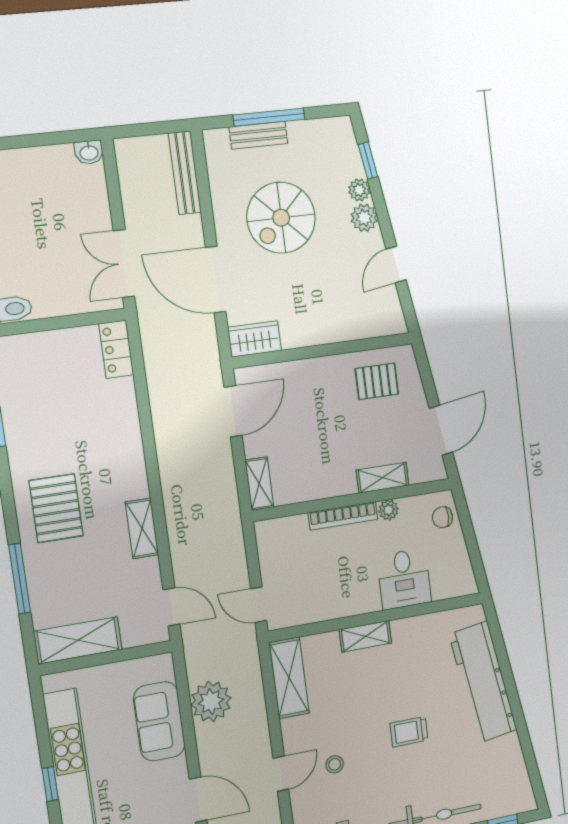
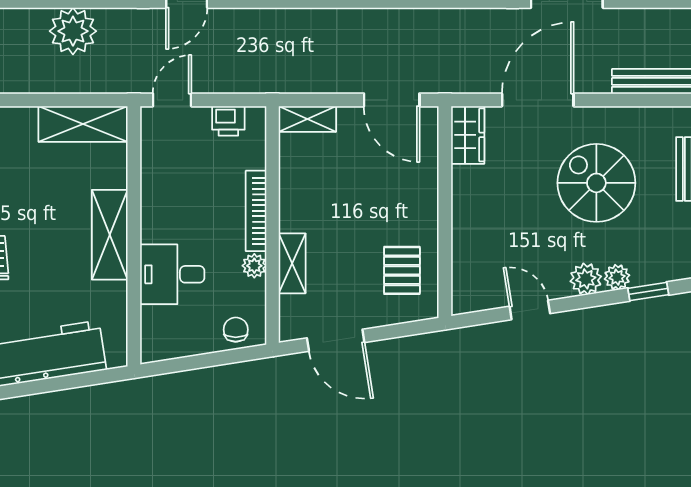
printer: (270, 553) -> (228, 121), added
shelving: (365, 636) -> (110, 235), width x1.50, depth x1.33

